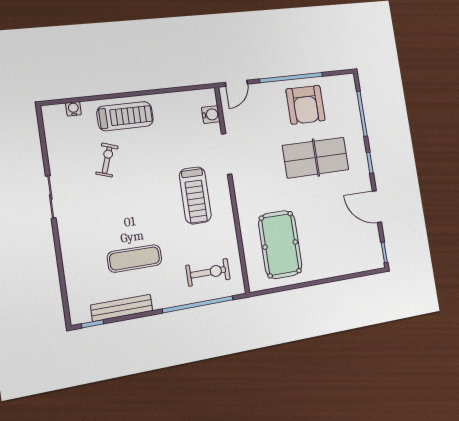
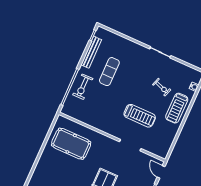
water cooler: (211, 115) -> (154, 149), removed
treadmill: (195, 195) -> (140, 116), moved, turned 180
exercise bike: (208, 272) -> (83, 87), moved

